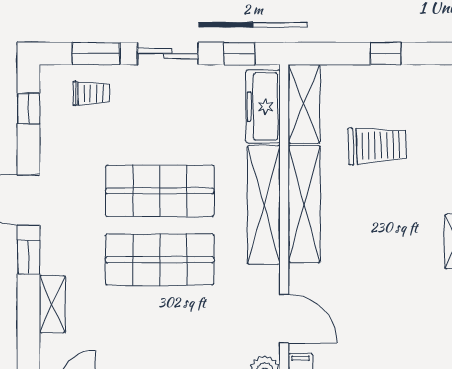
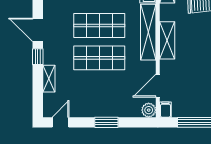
shelving: (304, 204) -> (167, 40), width x0.68
door: (284, 319) -> (158, 86), swing flipped

